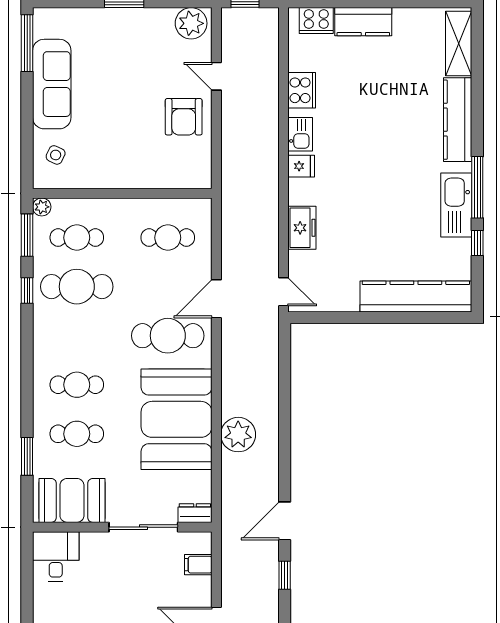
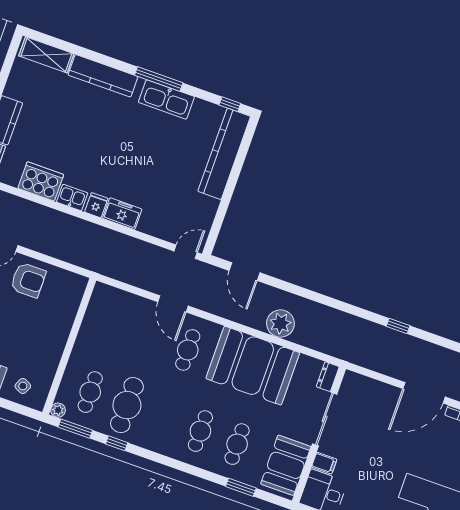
cooker: (302, 90) -> (41, 181), width x1.37, depth x1.31
freezer: (302, 228) -> (122, 214), moved
cafe table: (168, 238) -> (114, 324), removed
window: (477, 243) -> (230, 104), moved
cafe table: (168, 336) -> (188, 350), width x0.73, depth x0.74
door: (285, 521) -> (244, 272), moved
filing cabinet: (198, 565) -> (324, 463), moved, turned -90

